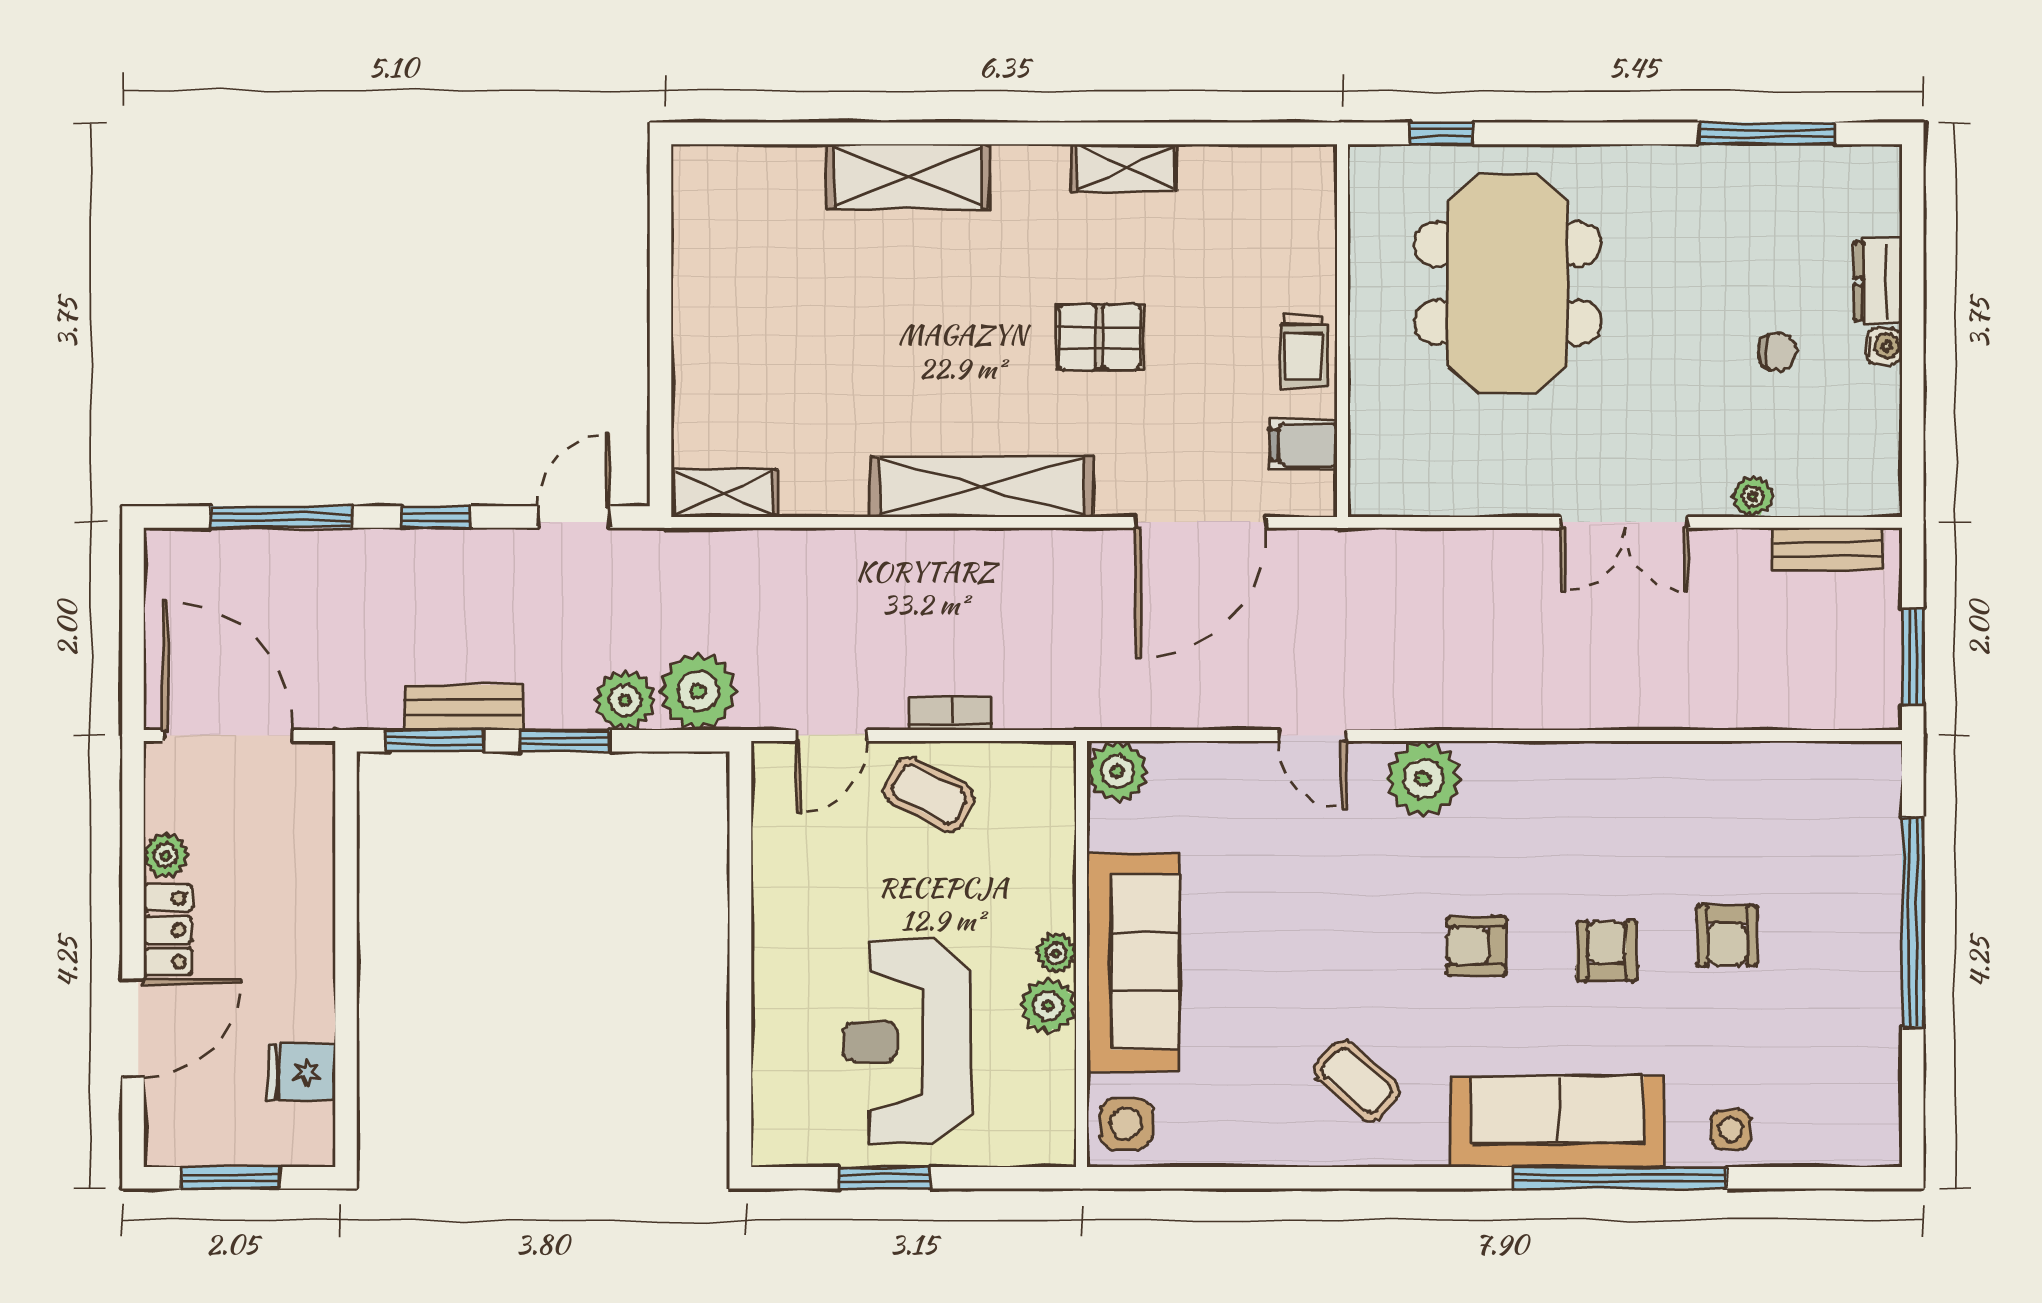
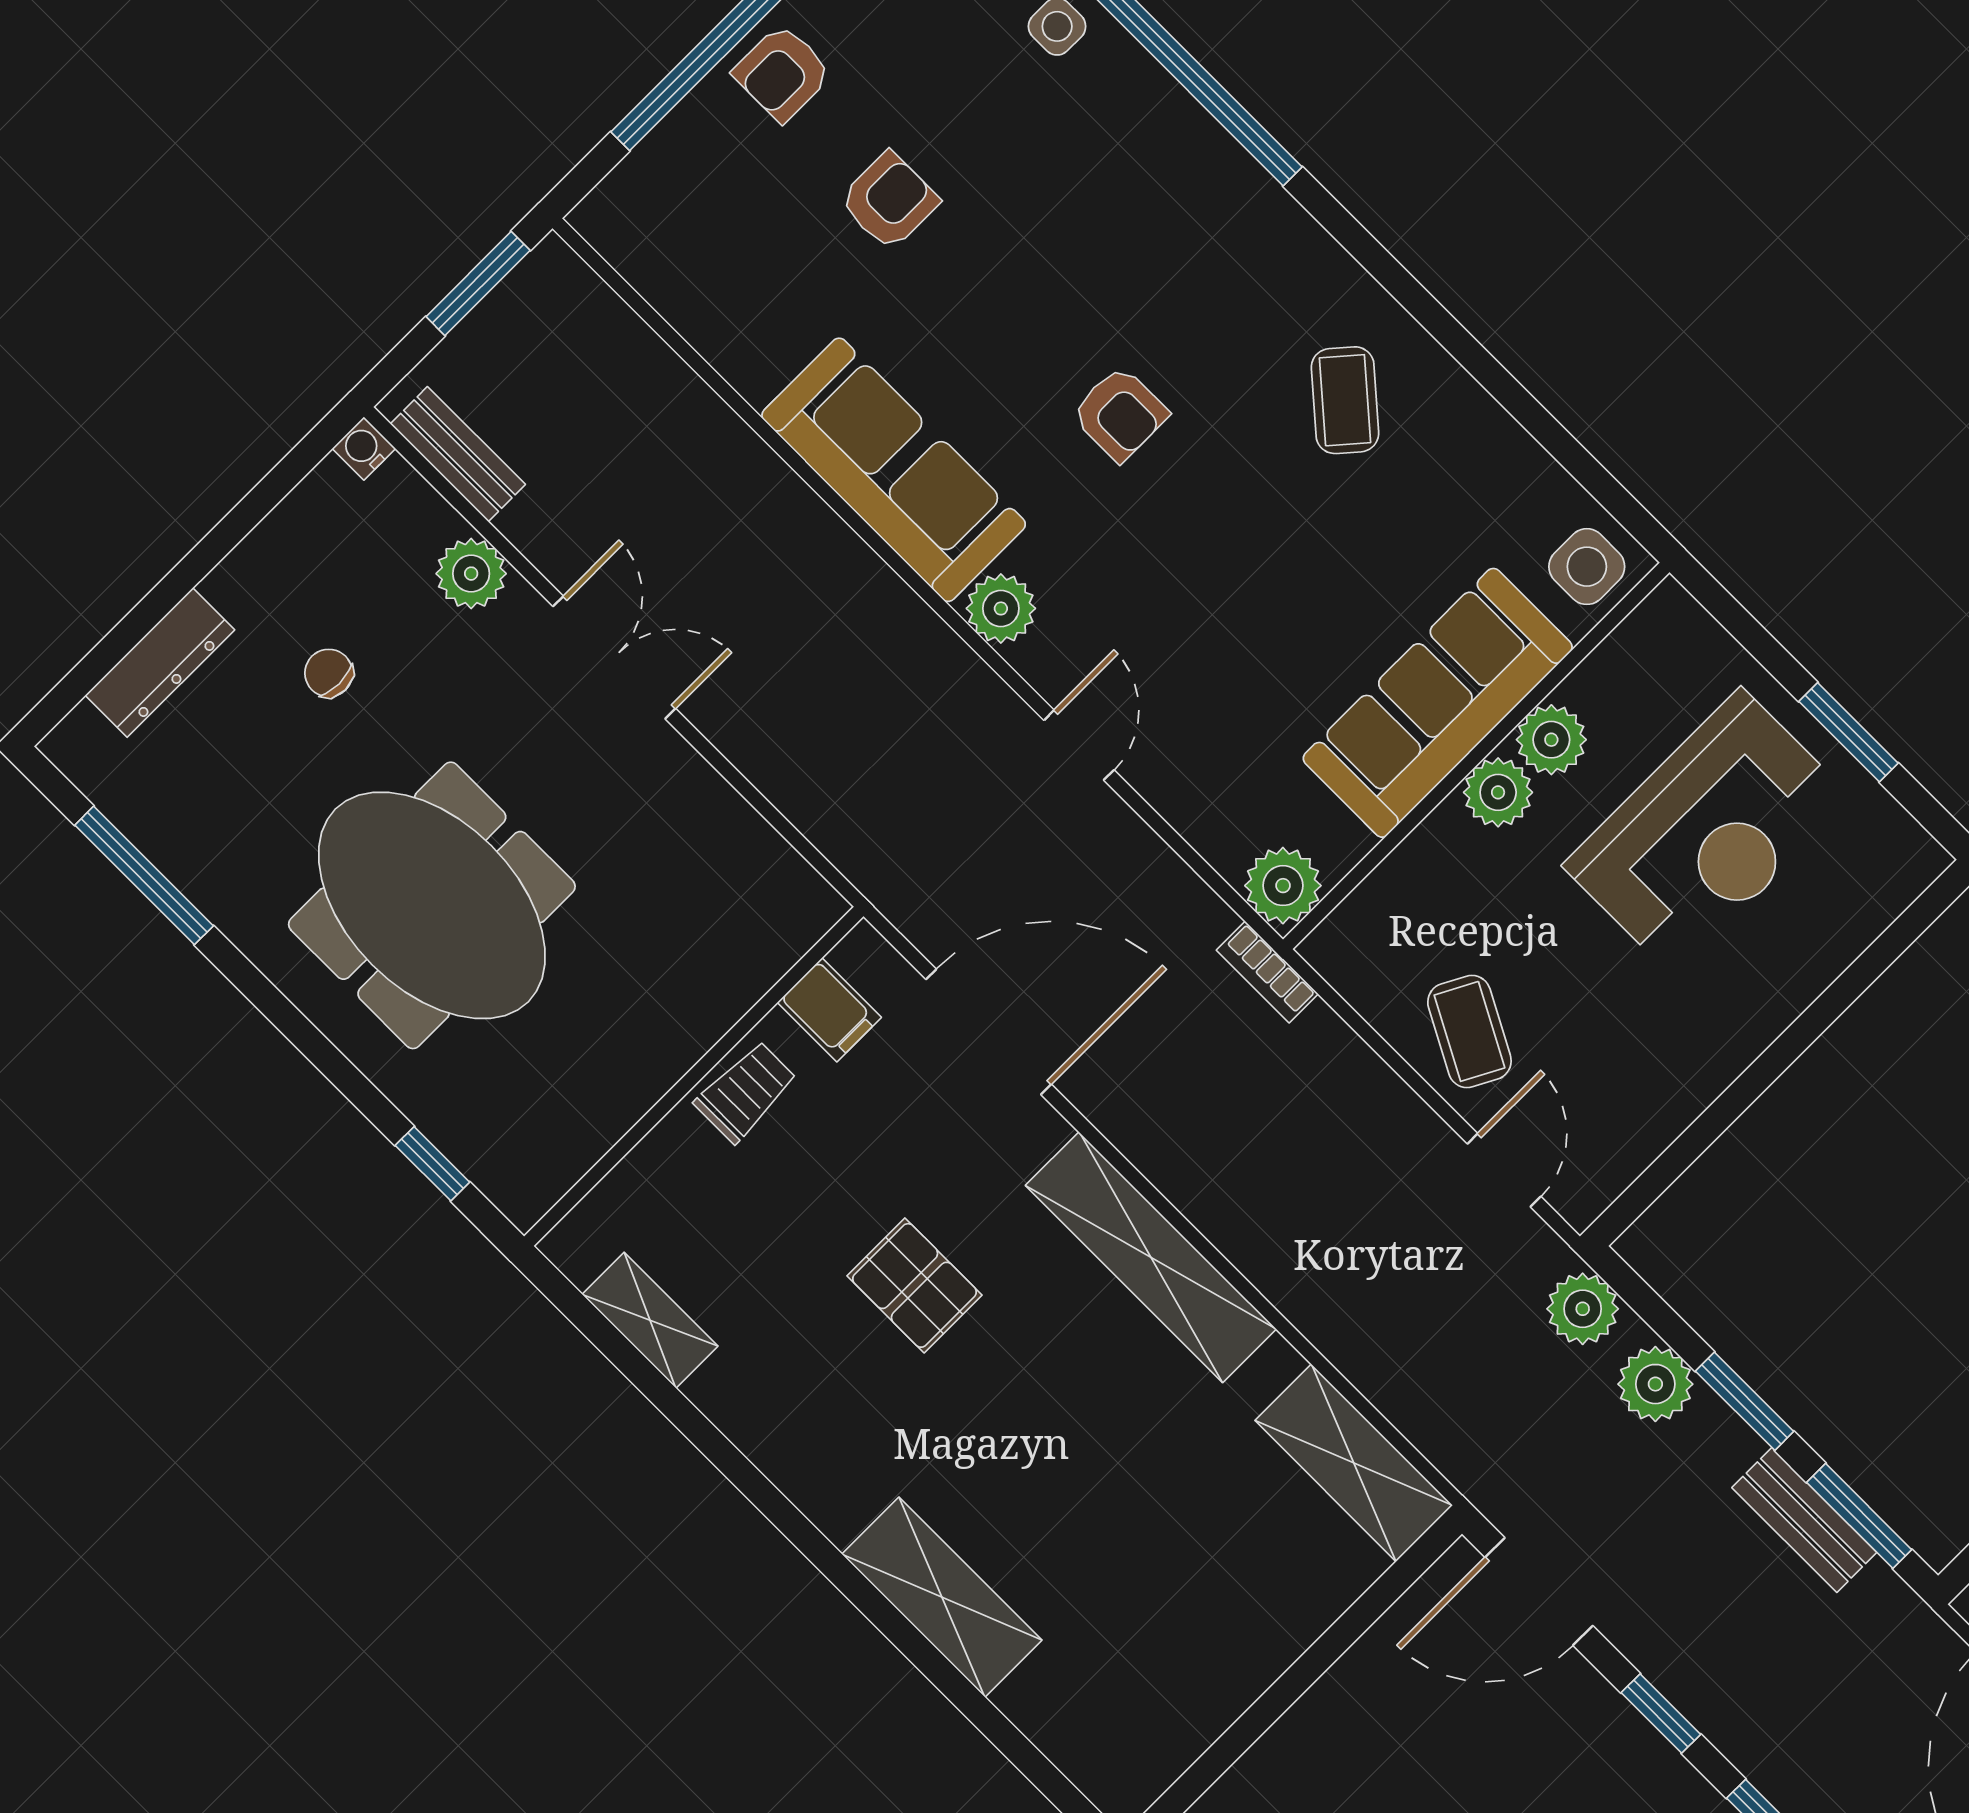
shelving: (1125, 168) -> (650, 1320), moved
dresser: (1878, 281) -> (160, 663), width x1.44
meeting table: (1508, 283) -> (432, 905), moved, turned 90
water cooler: (1884, 346) -> (364, 448), moved
shelving: (724, 493) -> (1354, 1463), width x1.50, depth x1.33
plant: (1753, 497) -> (471, 574), width x1.38, depth x1.38
door: (574, 517) -> (1539, 1591), width x1.38
plant: (698, 691) -> (1583, 1309), width x0.73, depth x0.73
bookcase: (951, 714) -> (1267, 972), moved
door: (832, 736) -> (1504, 1170), hinge flipped
plant: (1423, 779) -> (1001, 608), width x0.73, depth x0.73
armchair: (1607, 951) -> (782, 73), moved
plant: (1056, 953) -> (1498, 792), width x1.38, depth x1.38
sofa: (1558, 1122) -> (894, 470), moved, turned 180

